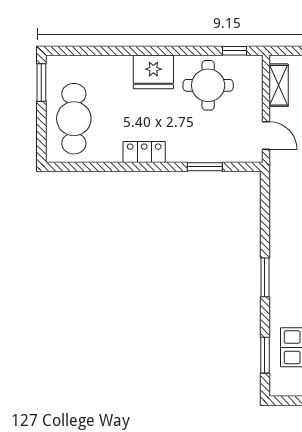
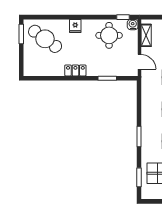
water cooler: (253, 65) -> (133, 25), added
fridge: (153, 72) -> (75, 26), width x0.53, depth x0.75
cafe table: (74, 119) -> (45, 39), moved, turned -54

